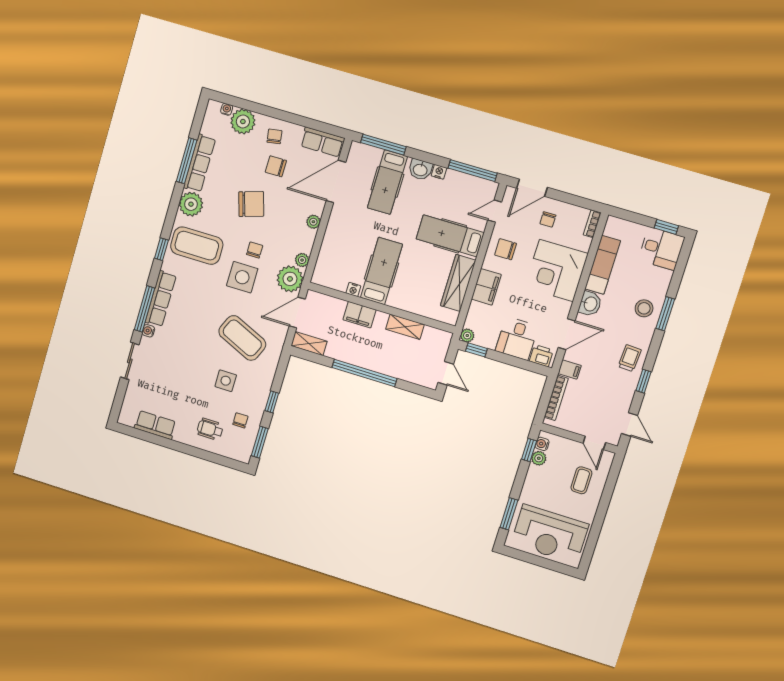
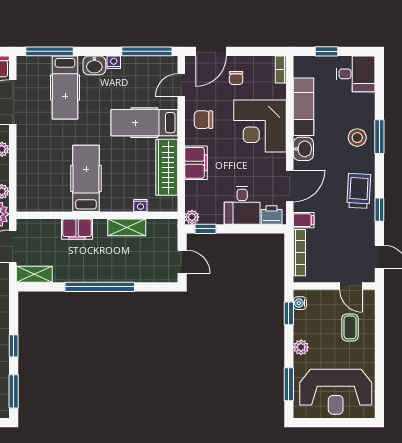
window: (666, 227) -> (326, 51), moved
nightstand: (353, 290) -> (140, 206), moved
trolley: (630, 358) -> (359, 191), width x1.36, depth x1.39
plant: (539, 458) -> (301, 347), moved

